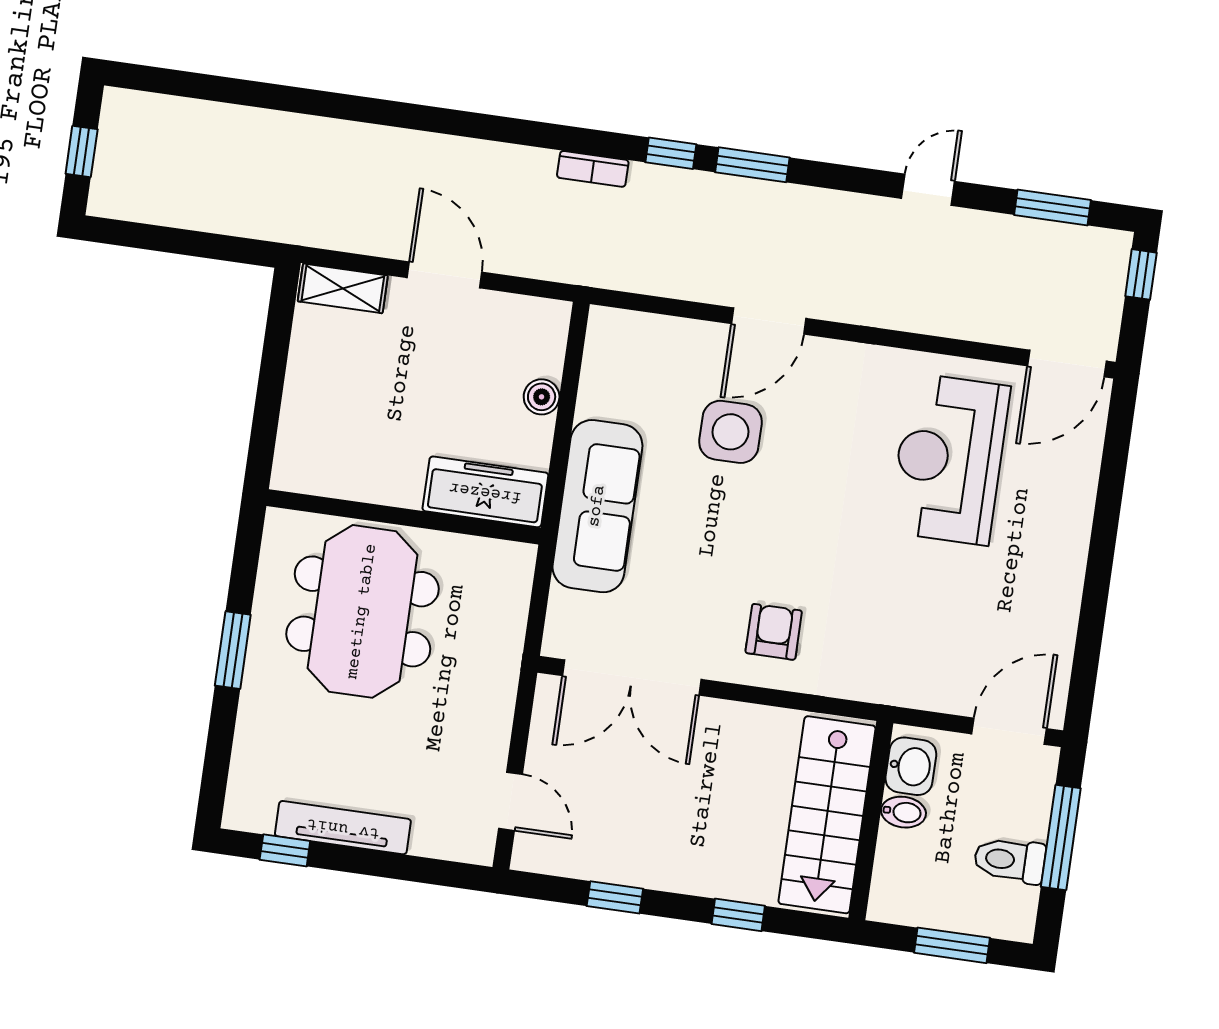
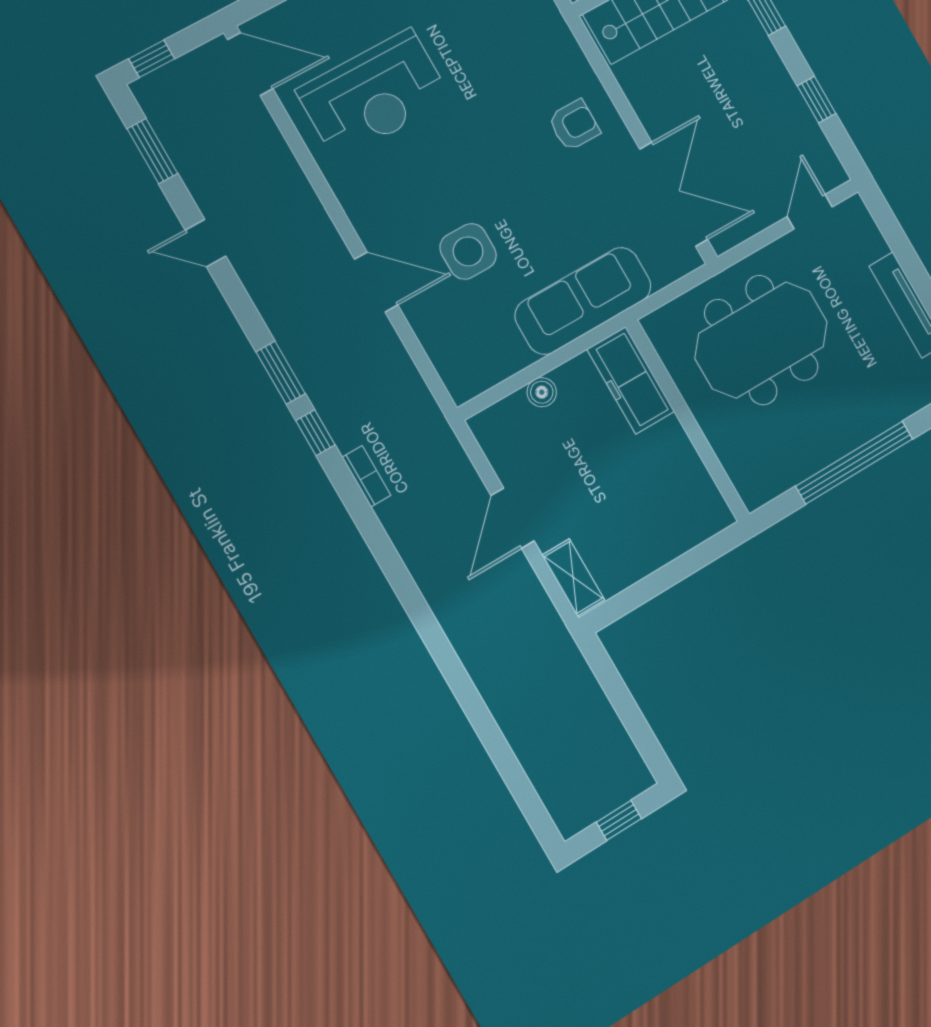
meeting table: (362, 611) -> (761, 340), moved
armchair: (774, 632) -> (574, 125), turned 180
window: (233, 650) -> (854, 463), width x2.11

